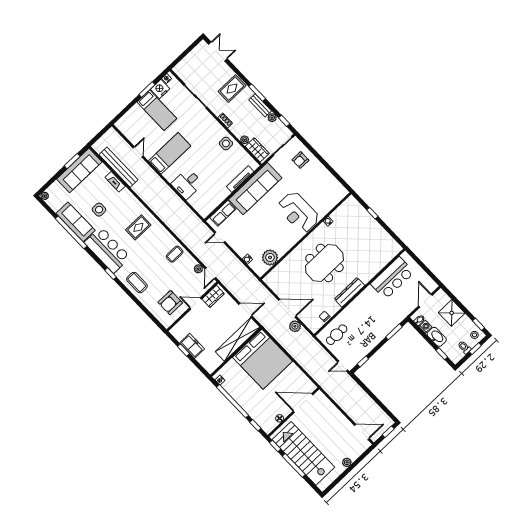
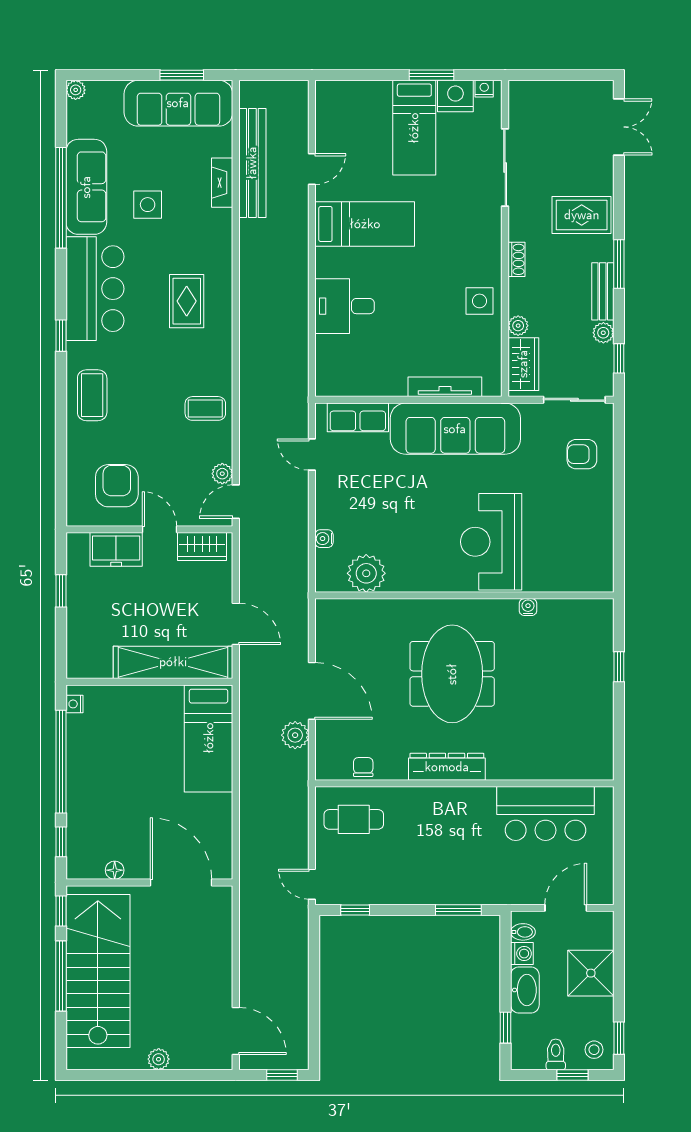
rug: (138, 227) -> (187, 301), turned 90
meeting table: (324, 263) -> (452, 674), turned 90
armchair: (170, 303) -> (117, 486), turned 90
freezer: (192, 346) -> (116, 549), moved, turned 90
bed: (262, 359) -> (209, 738), width x0.49

